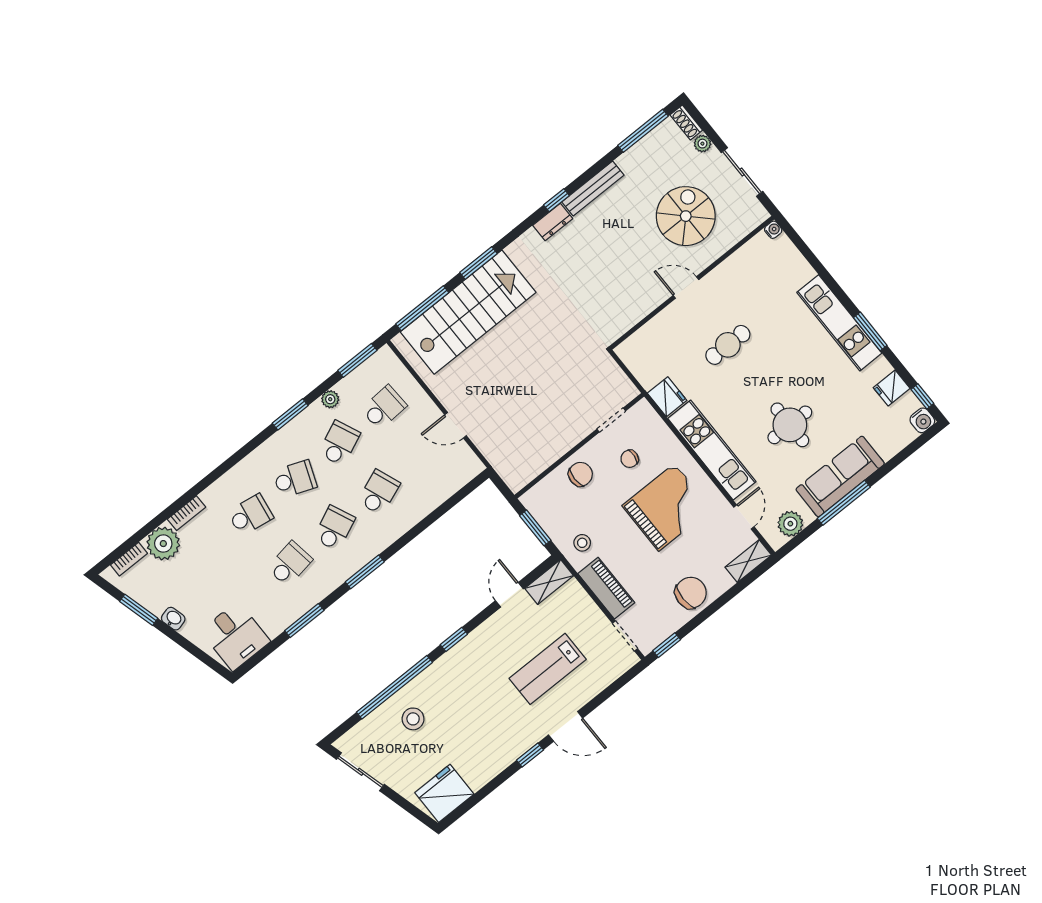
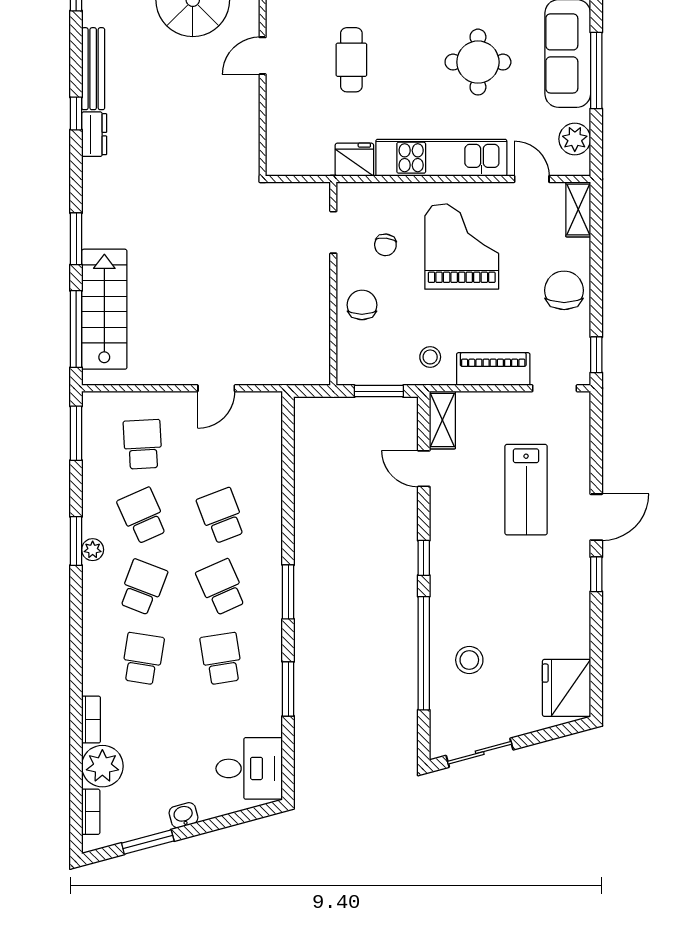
stairs: (468, 312) -> (104, 309), width x0.73, depth x0.66
plant: (330, 399) -> (93, 550), moved

